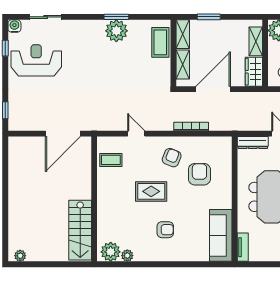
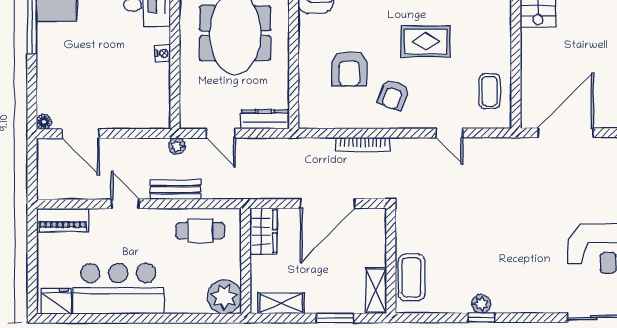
window: (116, 17) -> (481, 318), width x0.67
plant: (116, 31) -> (481, 304), width x0.53, depth x0.53
shelving: (256, 41) -> (281, 303), moved, turned 90
shelving: (183, 64) -> (376, 243), removed
coffee table: (111, 160) -> (490, 91), turned 90

